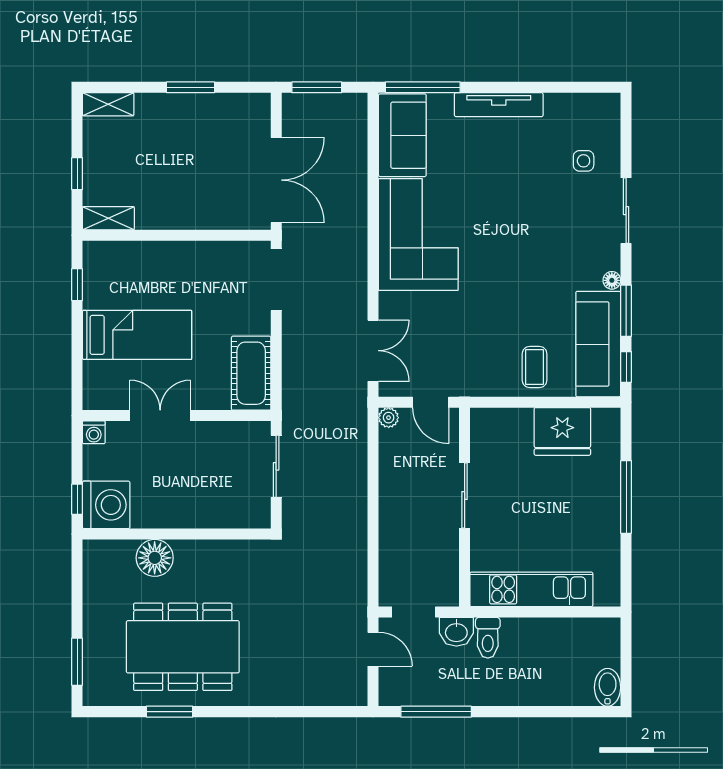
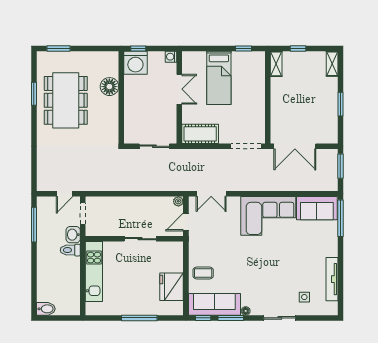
tv unit: (499, 105) -> (332, 279), moved

